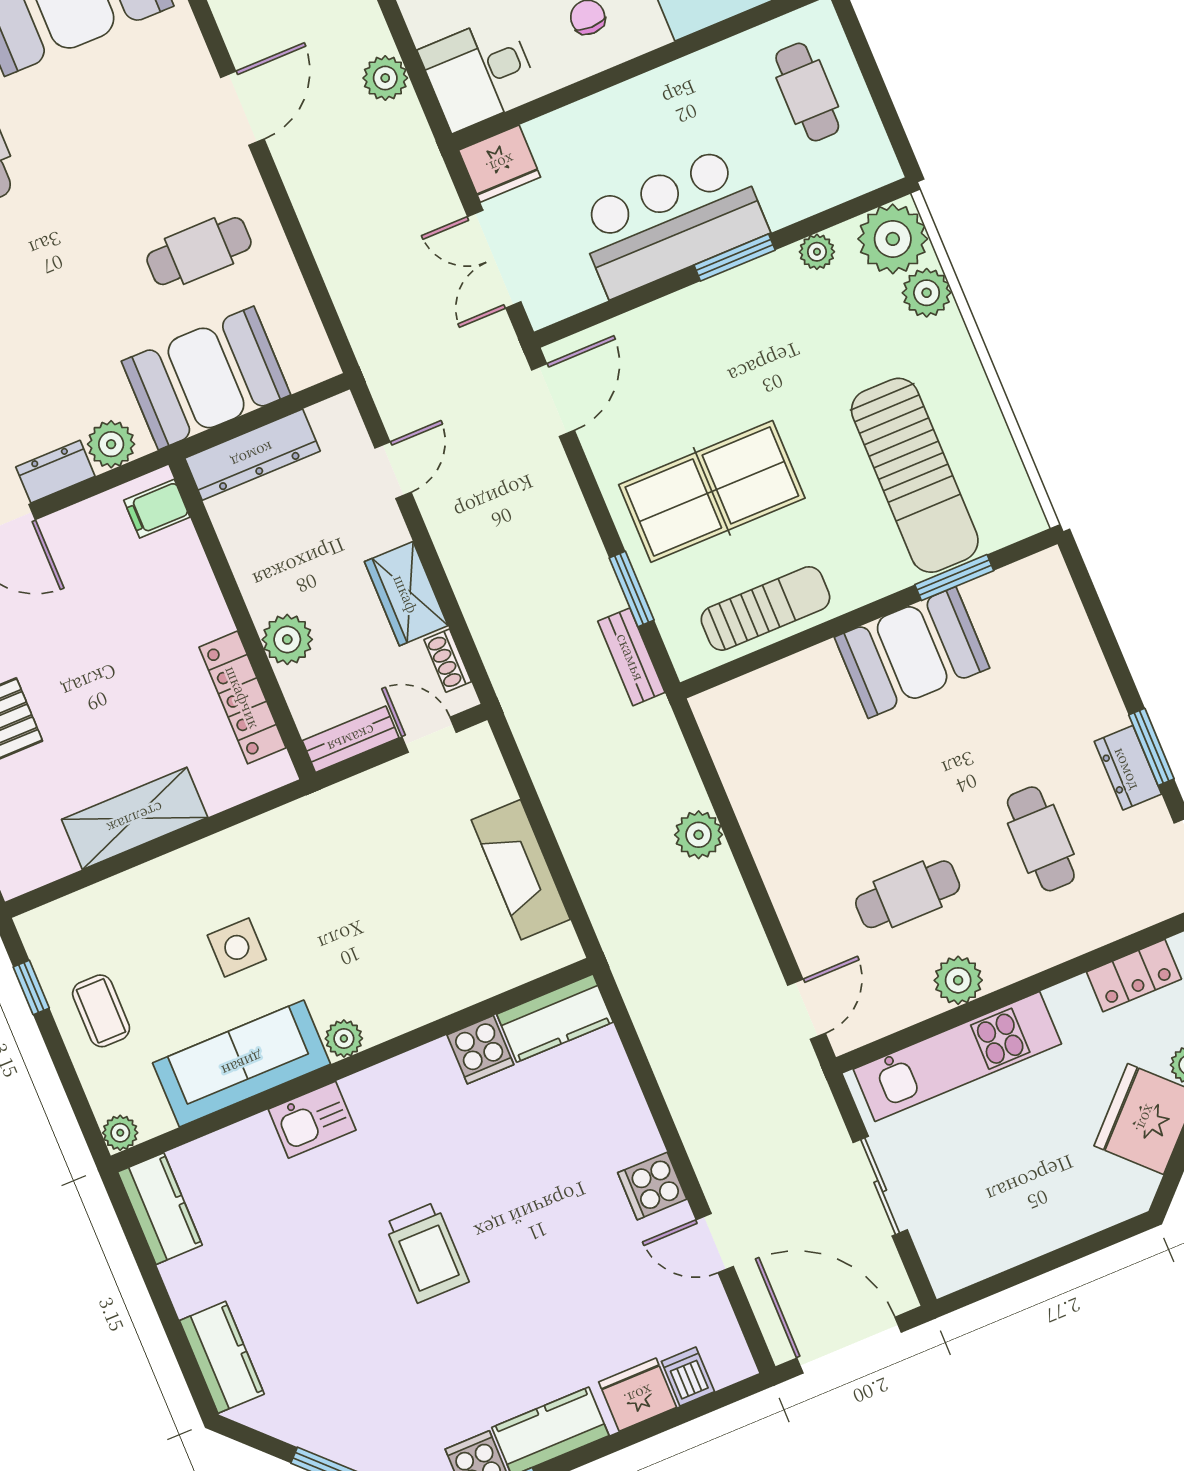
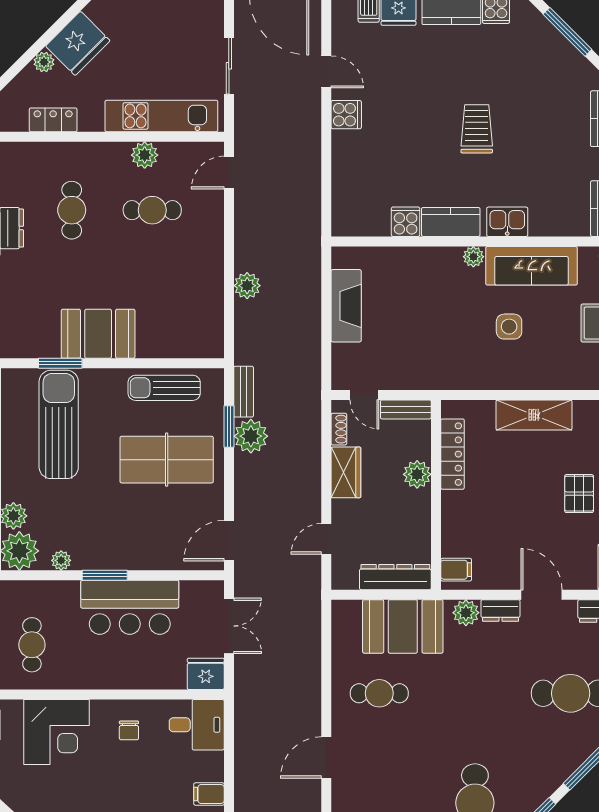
plant: (385, 78) -> (251, 436), moved, width x1.36, depth x1.36
kitchen counter: (555, 1018) -> (451, 222), moved

